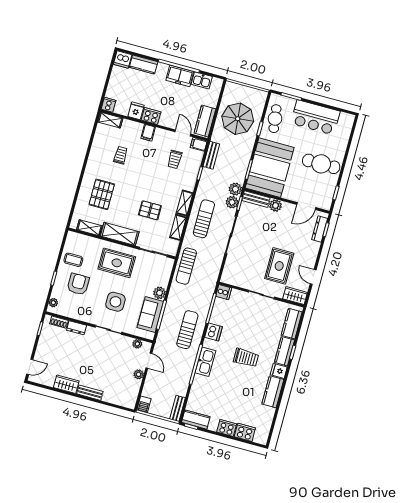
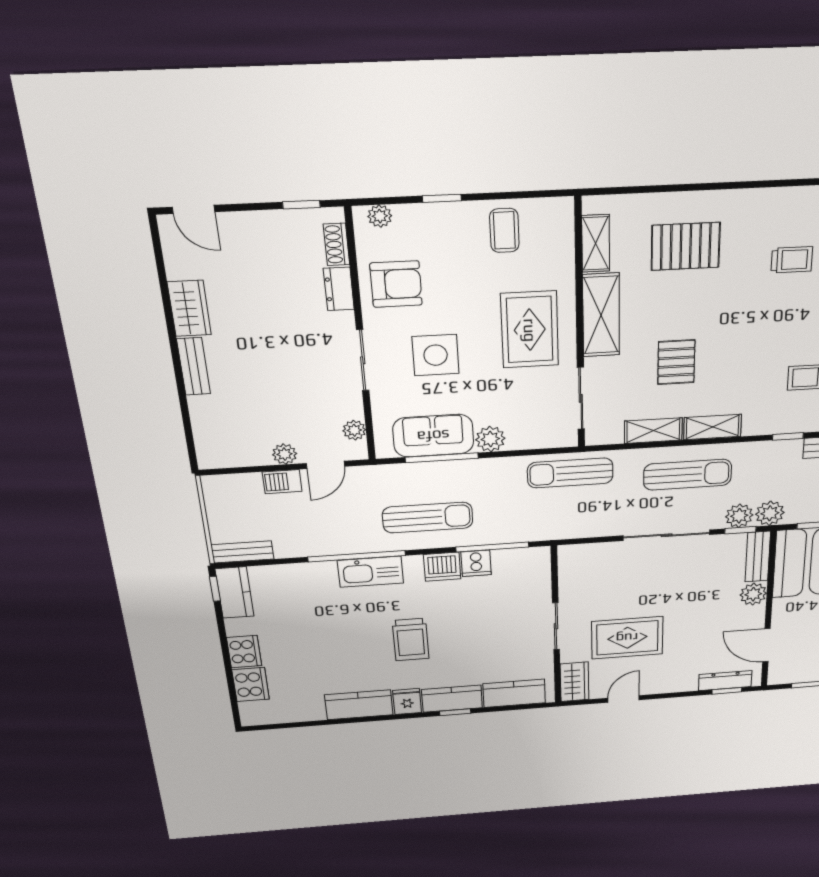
armchair: (78, 284) -> (396, 284), moved
cooker: (224, 292) -> (476, 563), moved
barbecue: (144, 404) -> (282, 482), moved

